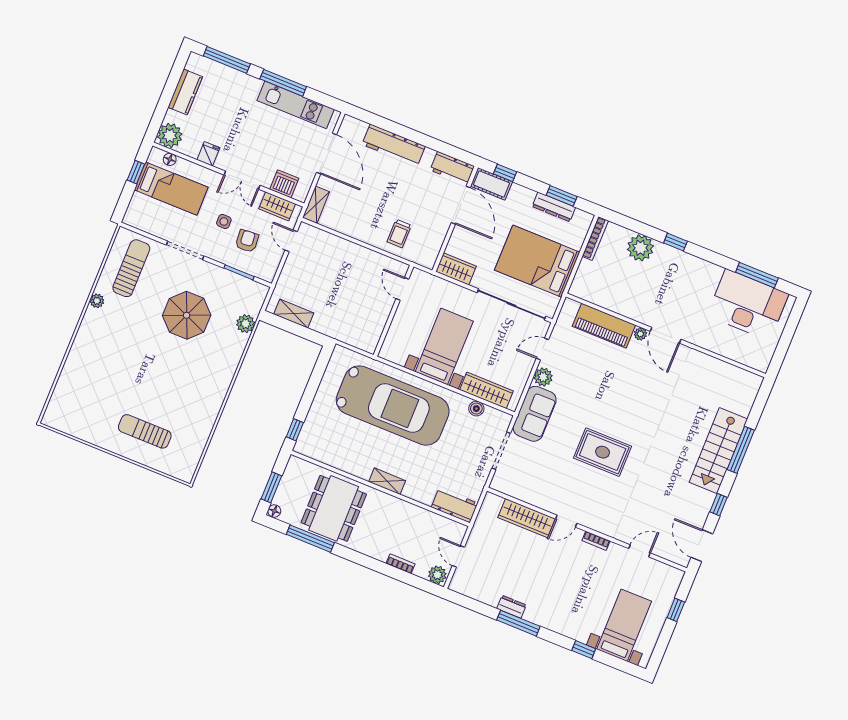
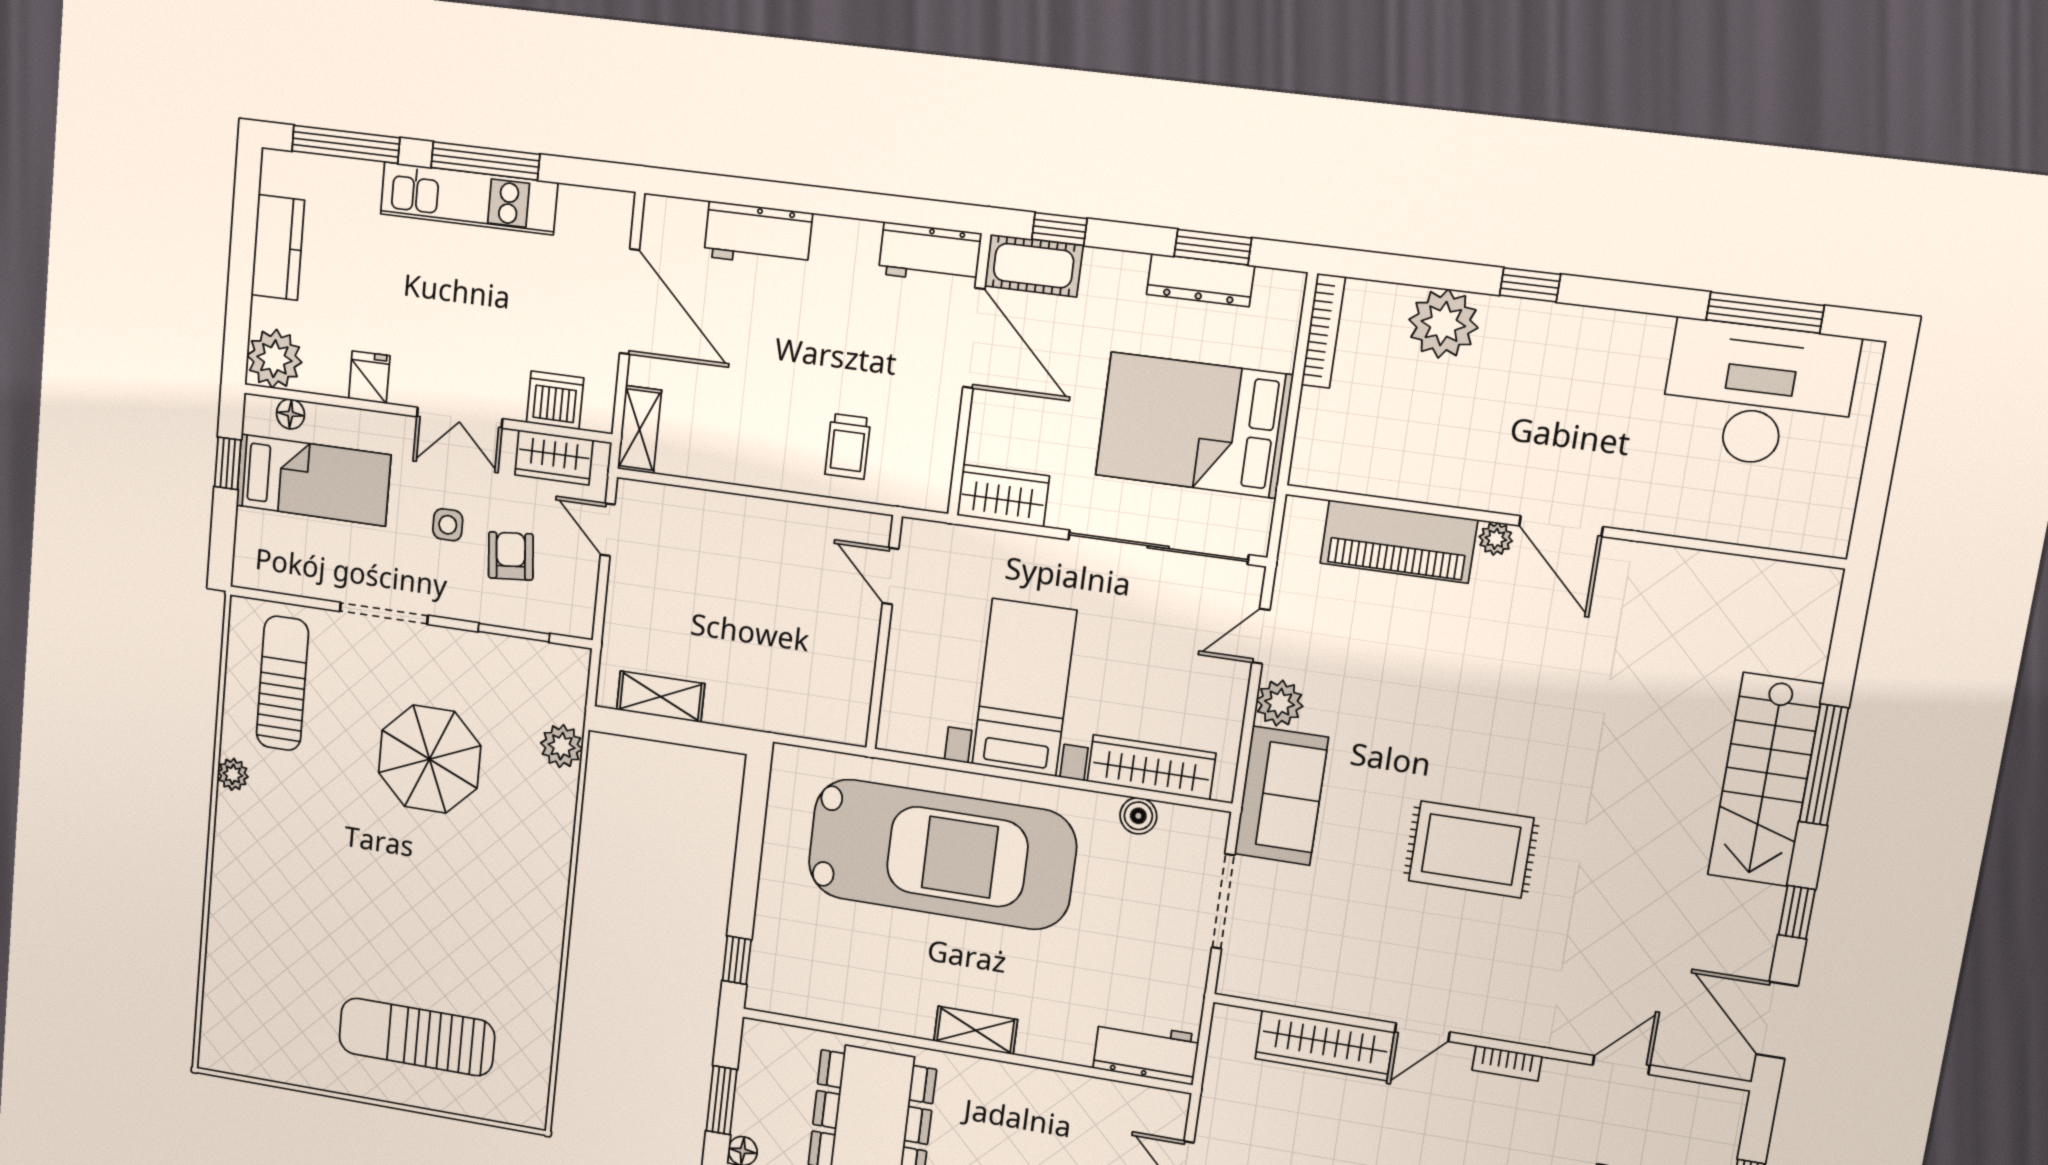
kitchen unit: (296, 105) -> (469, 198), moved
workbench: (394, 145) -> (758, 235), width x0.73
sun lounger: (145, 431) -> (417, 1037), width x1.36, depth x1.34

